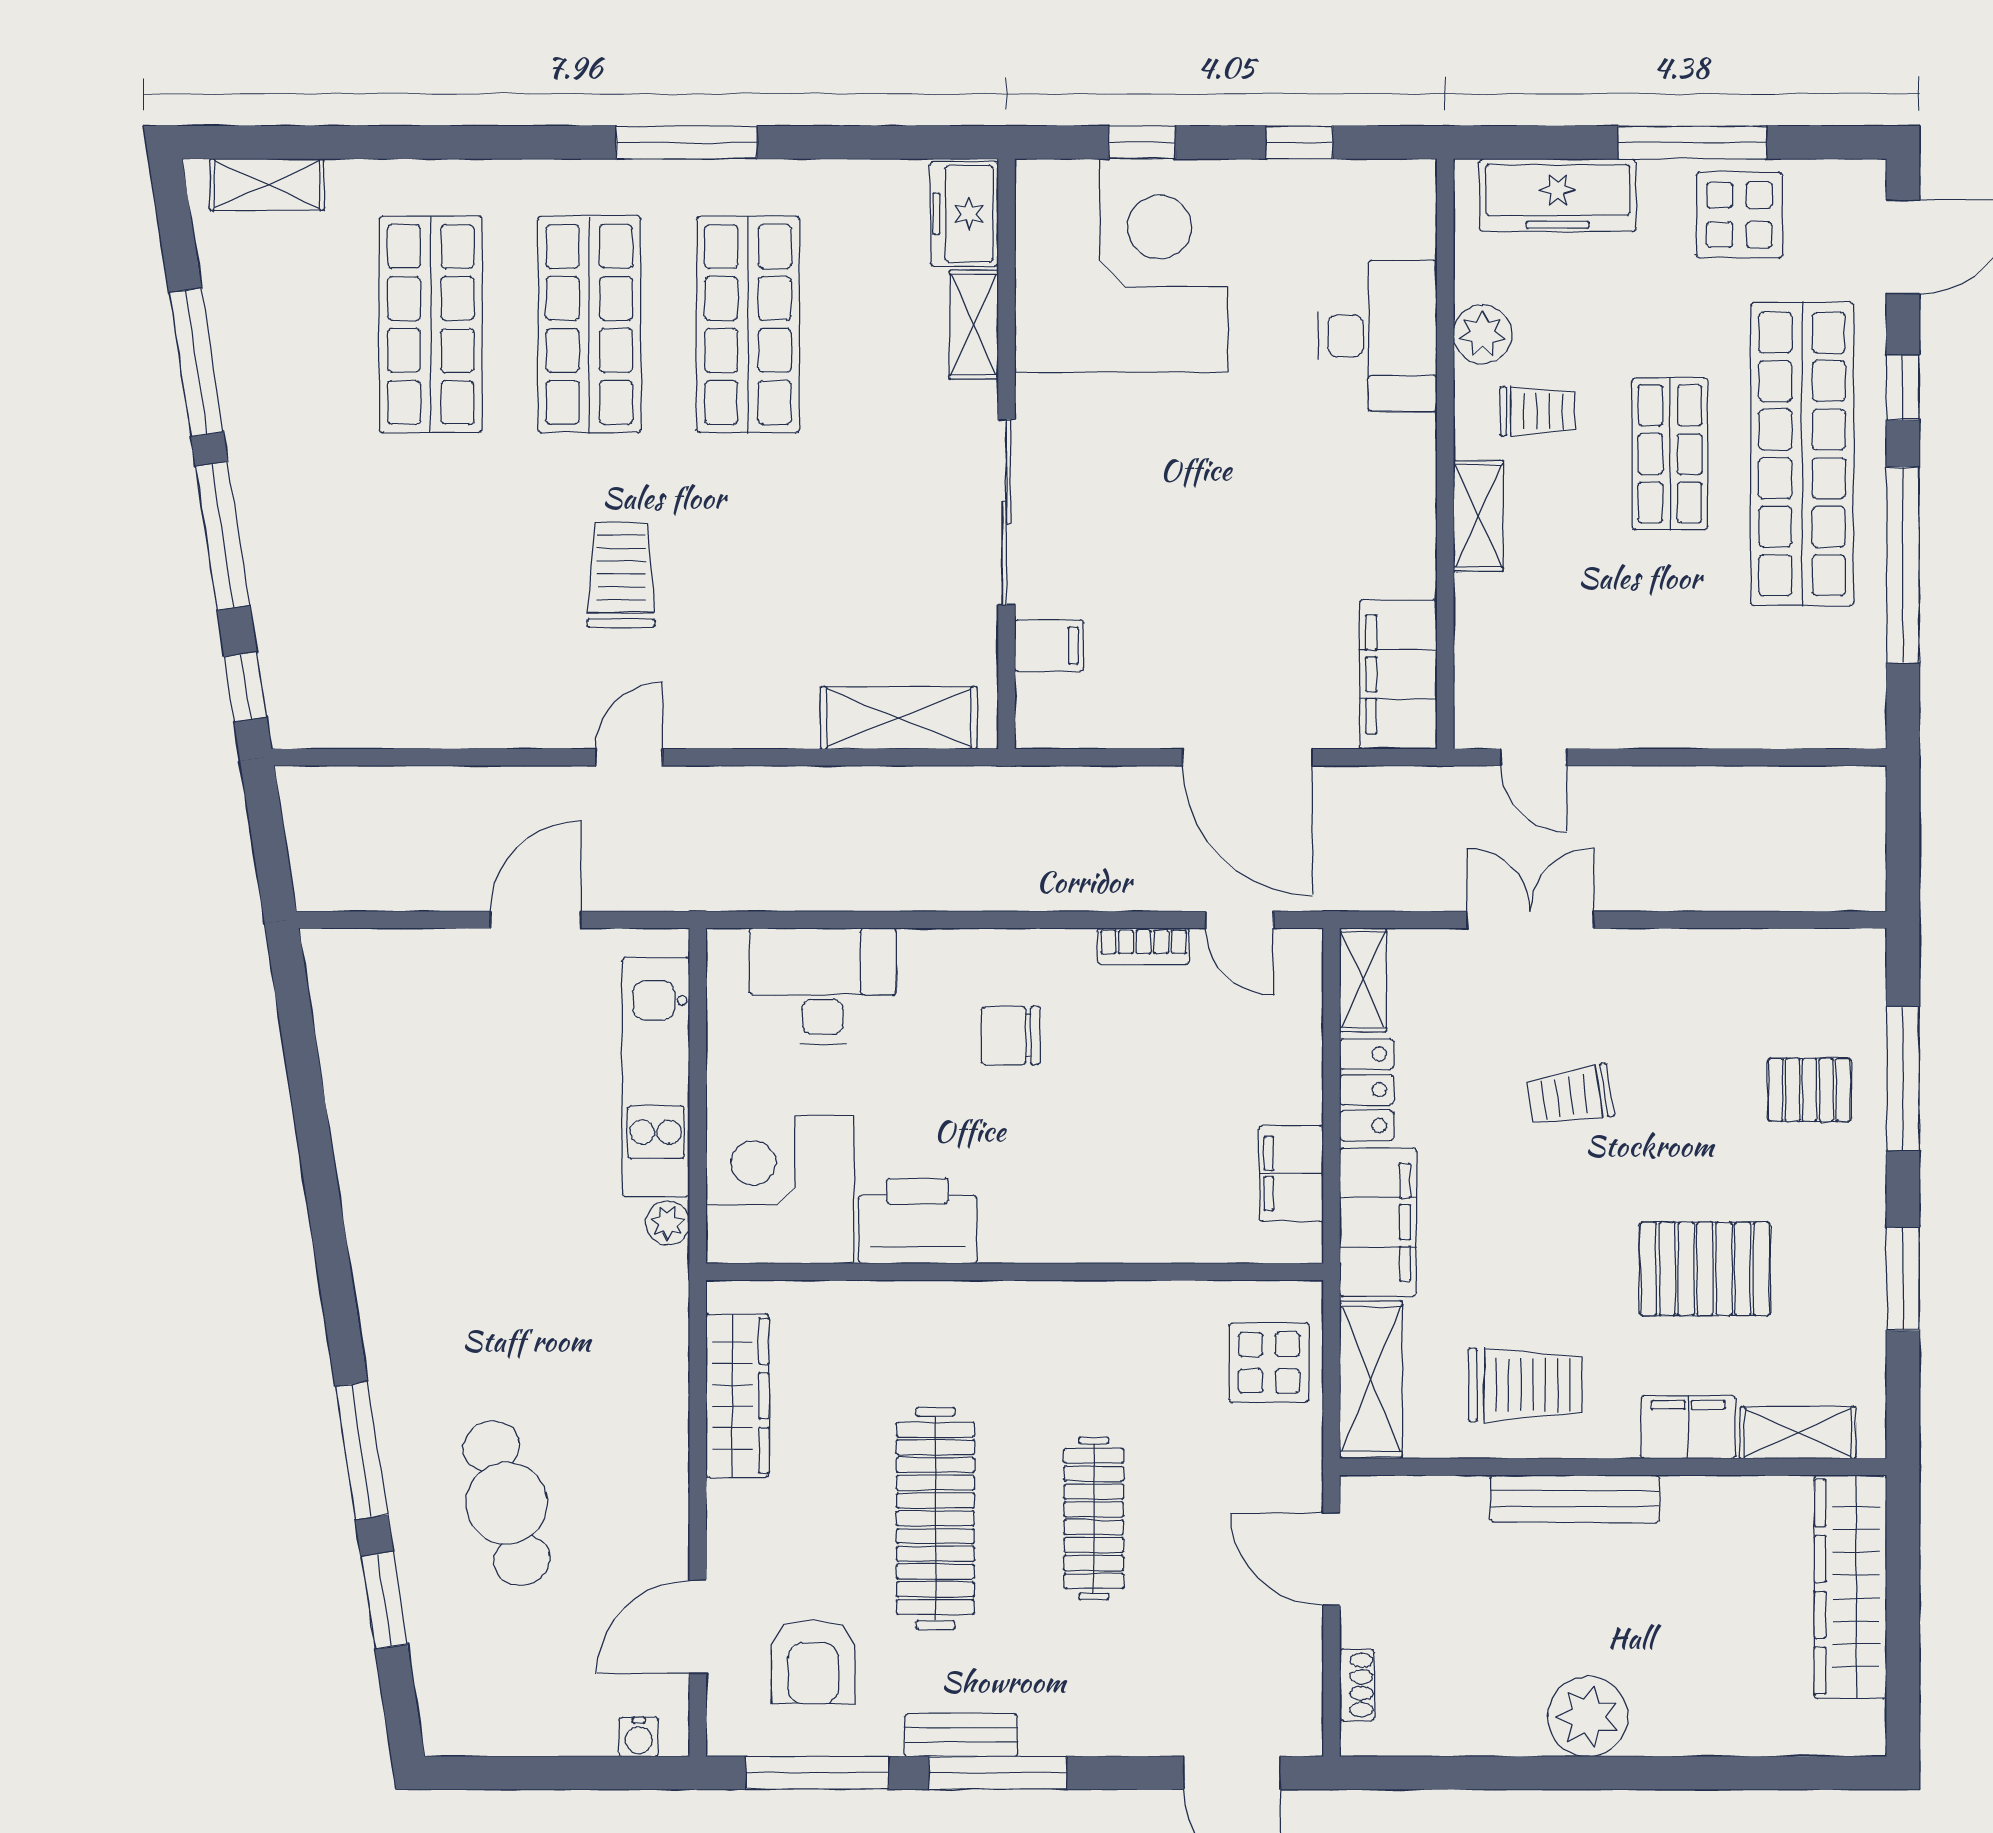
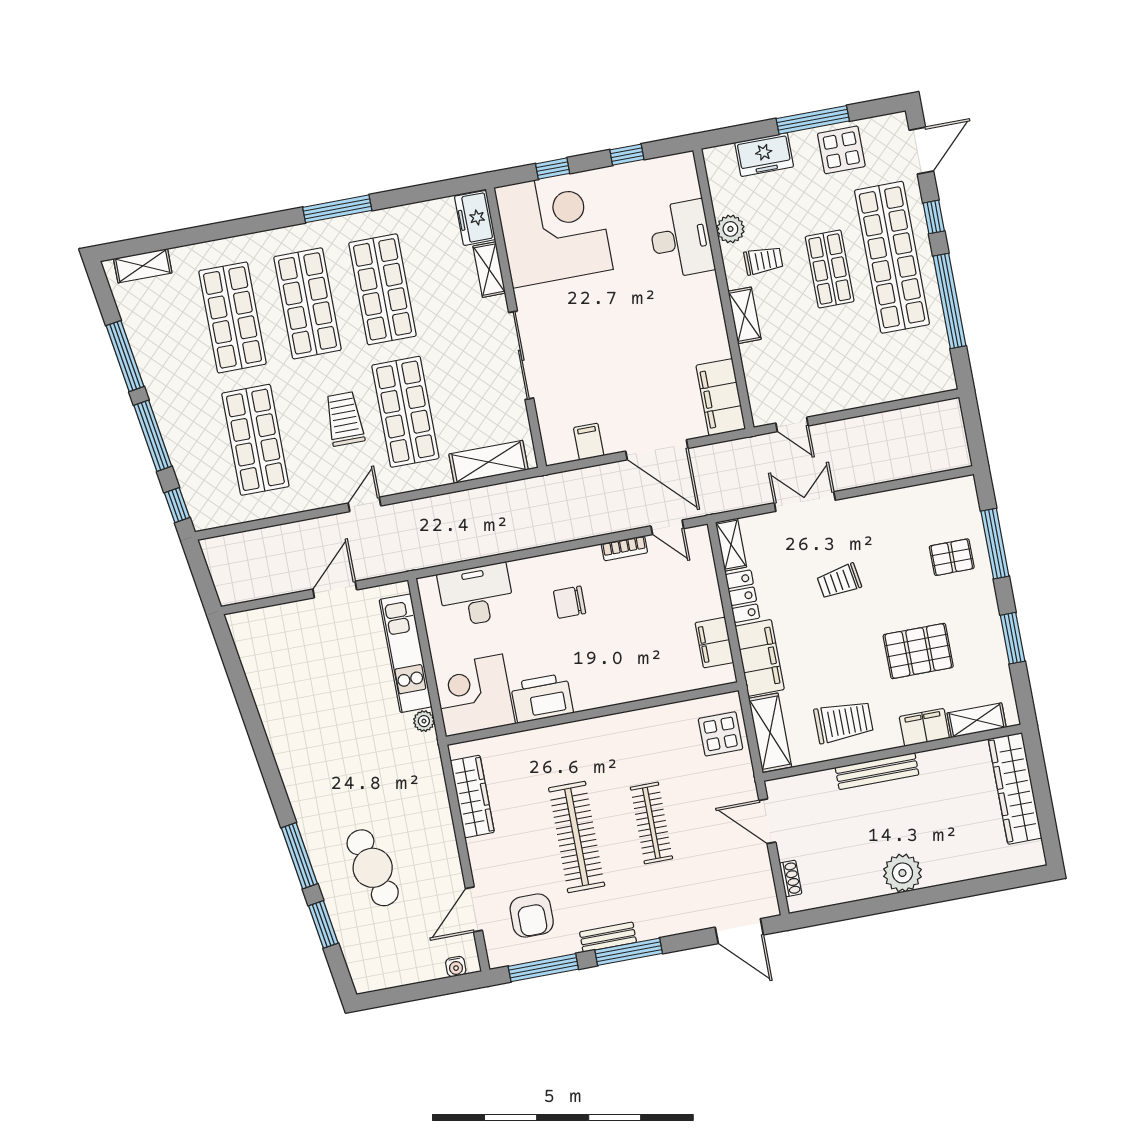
freezer: (1558, 195) -> (764, 155), width x0.71
shop shelf: (431, 583) -> (255, 440), added
shop shelf: (748, 583) -> (405, 412), added
filing cabinet: (1049, 646) -> (589, 442), moved, turned -90

